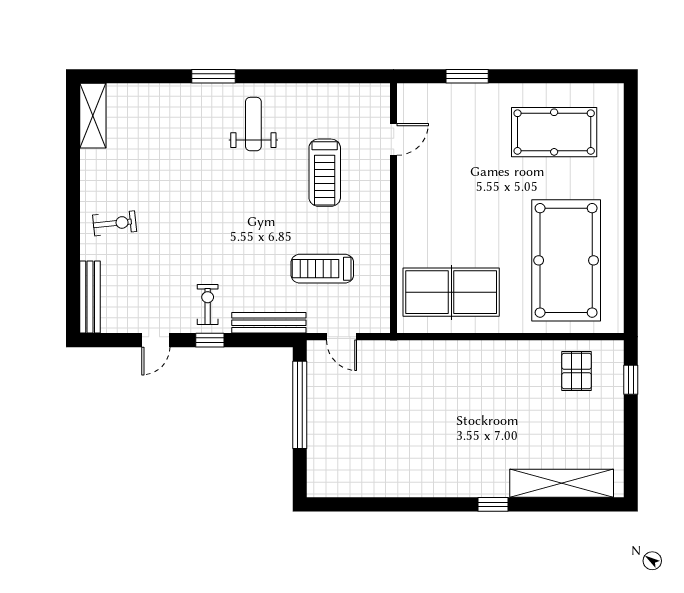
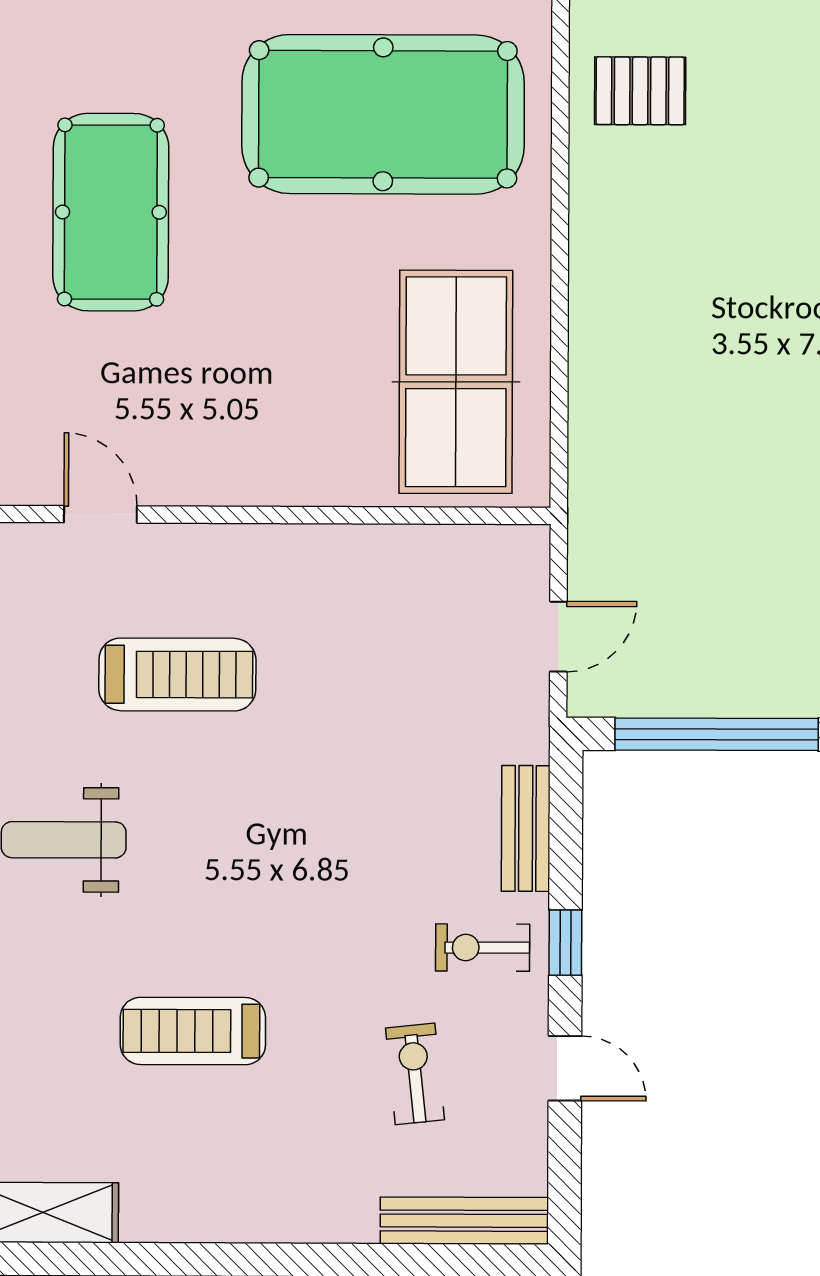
pool table: (554, 132) -> (111, 212), moved
exercise bike: (115, 223) -> (415, 1074), moved
treadmill: (322, 269) -> (193, 1031), moved, turned 90
bench: (269, 323) -> (526, 828), width x0.73

